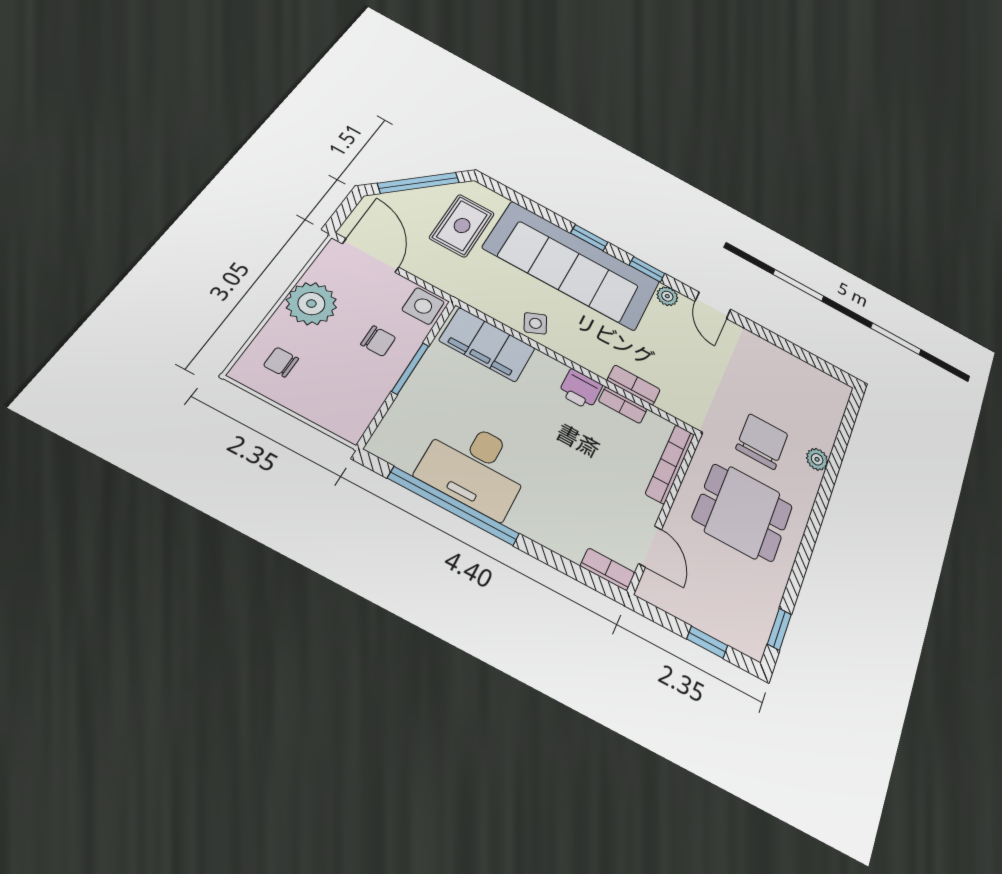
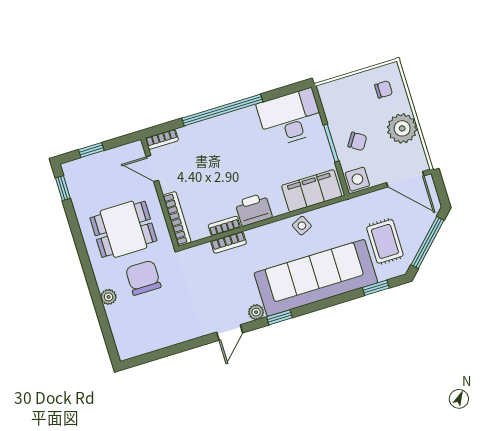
window: (589, 238) -> (376, 288), moved
door: (713, 305) -> (230, 333), swing flipped
chair: (378, 341) -> (357, 141), turned -147
printer: (580, 389) -> (254, 210), width x1.36, depth x1.24
chair: (762, 441) -> (143, 278), turned 180
desk: (475, 467) -> (290, 118), moved
window: (453, 506) -> (222, 110), moved

